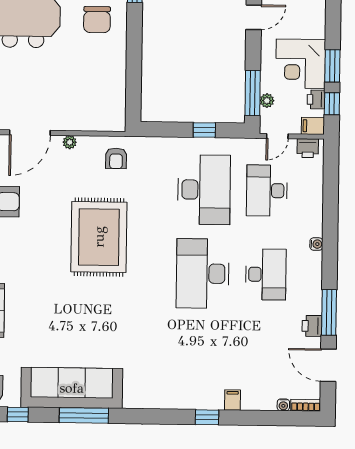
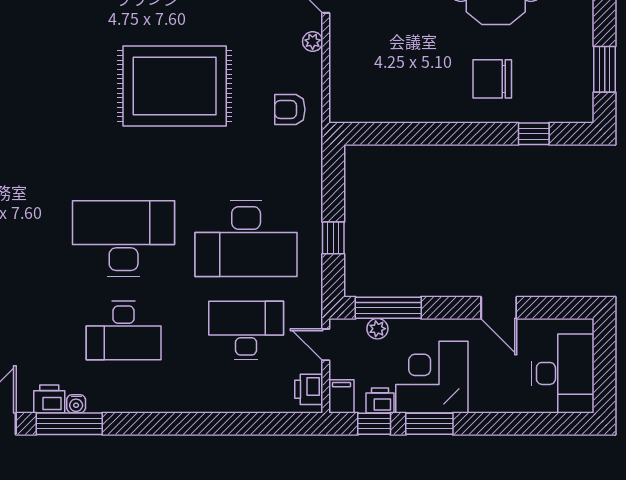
water cooler: (316, 244) -> (76, 404), moved

